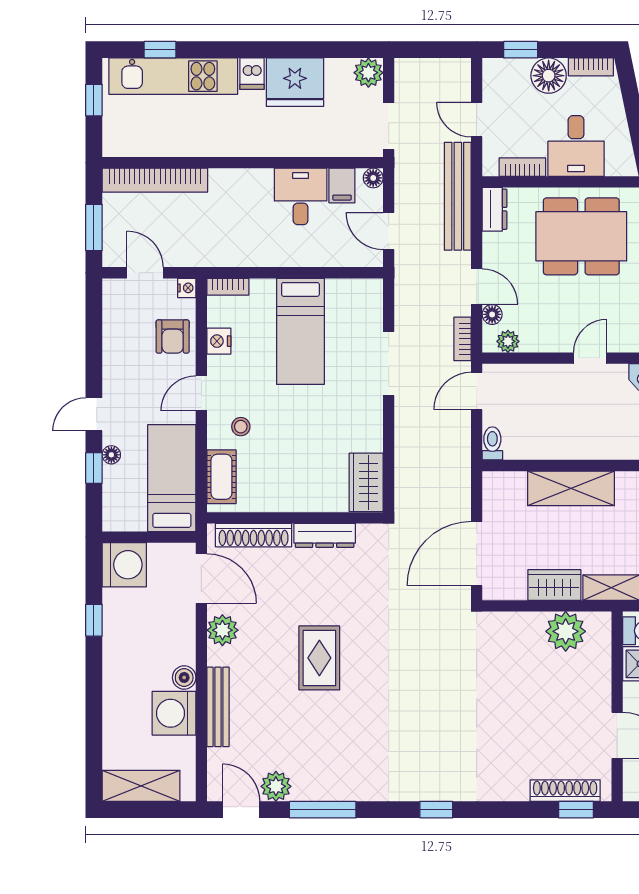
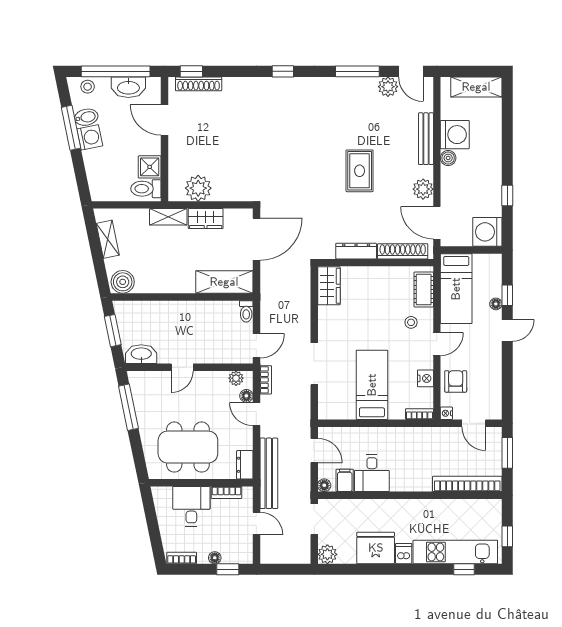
floor lamp: (549, 76) -> (215, 558), width x0.53, depth x0.53
shelving: (571, 488) -> (224, 282), moved

